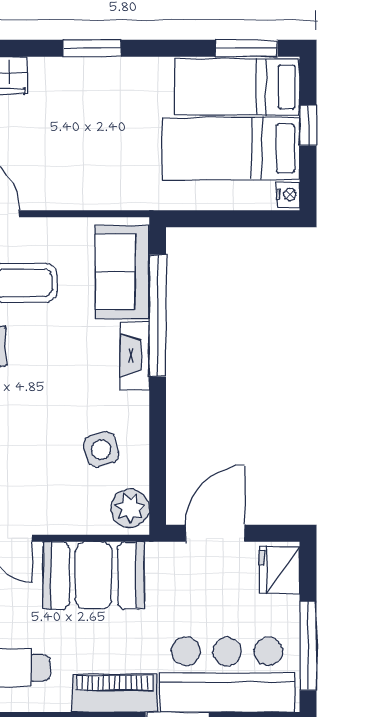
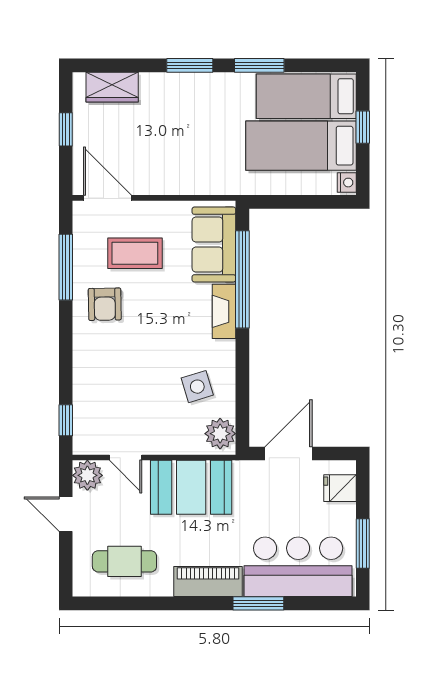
window: (246, 48) -> (259, 65), moved
fridge: (280, 570) -> (340, 488), width x0.72
window: (308, 646) -> (363, 544), width x0.69

